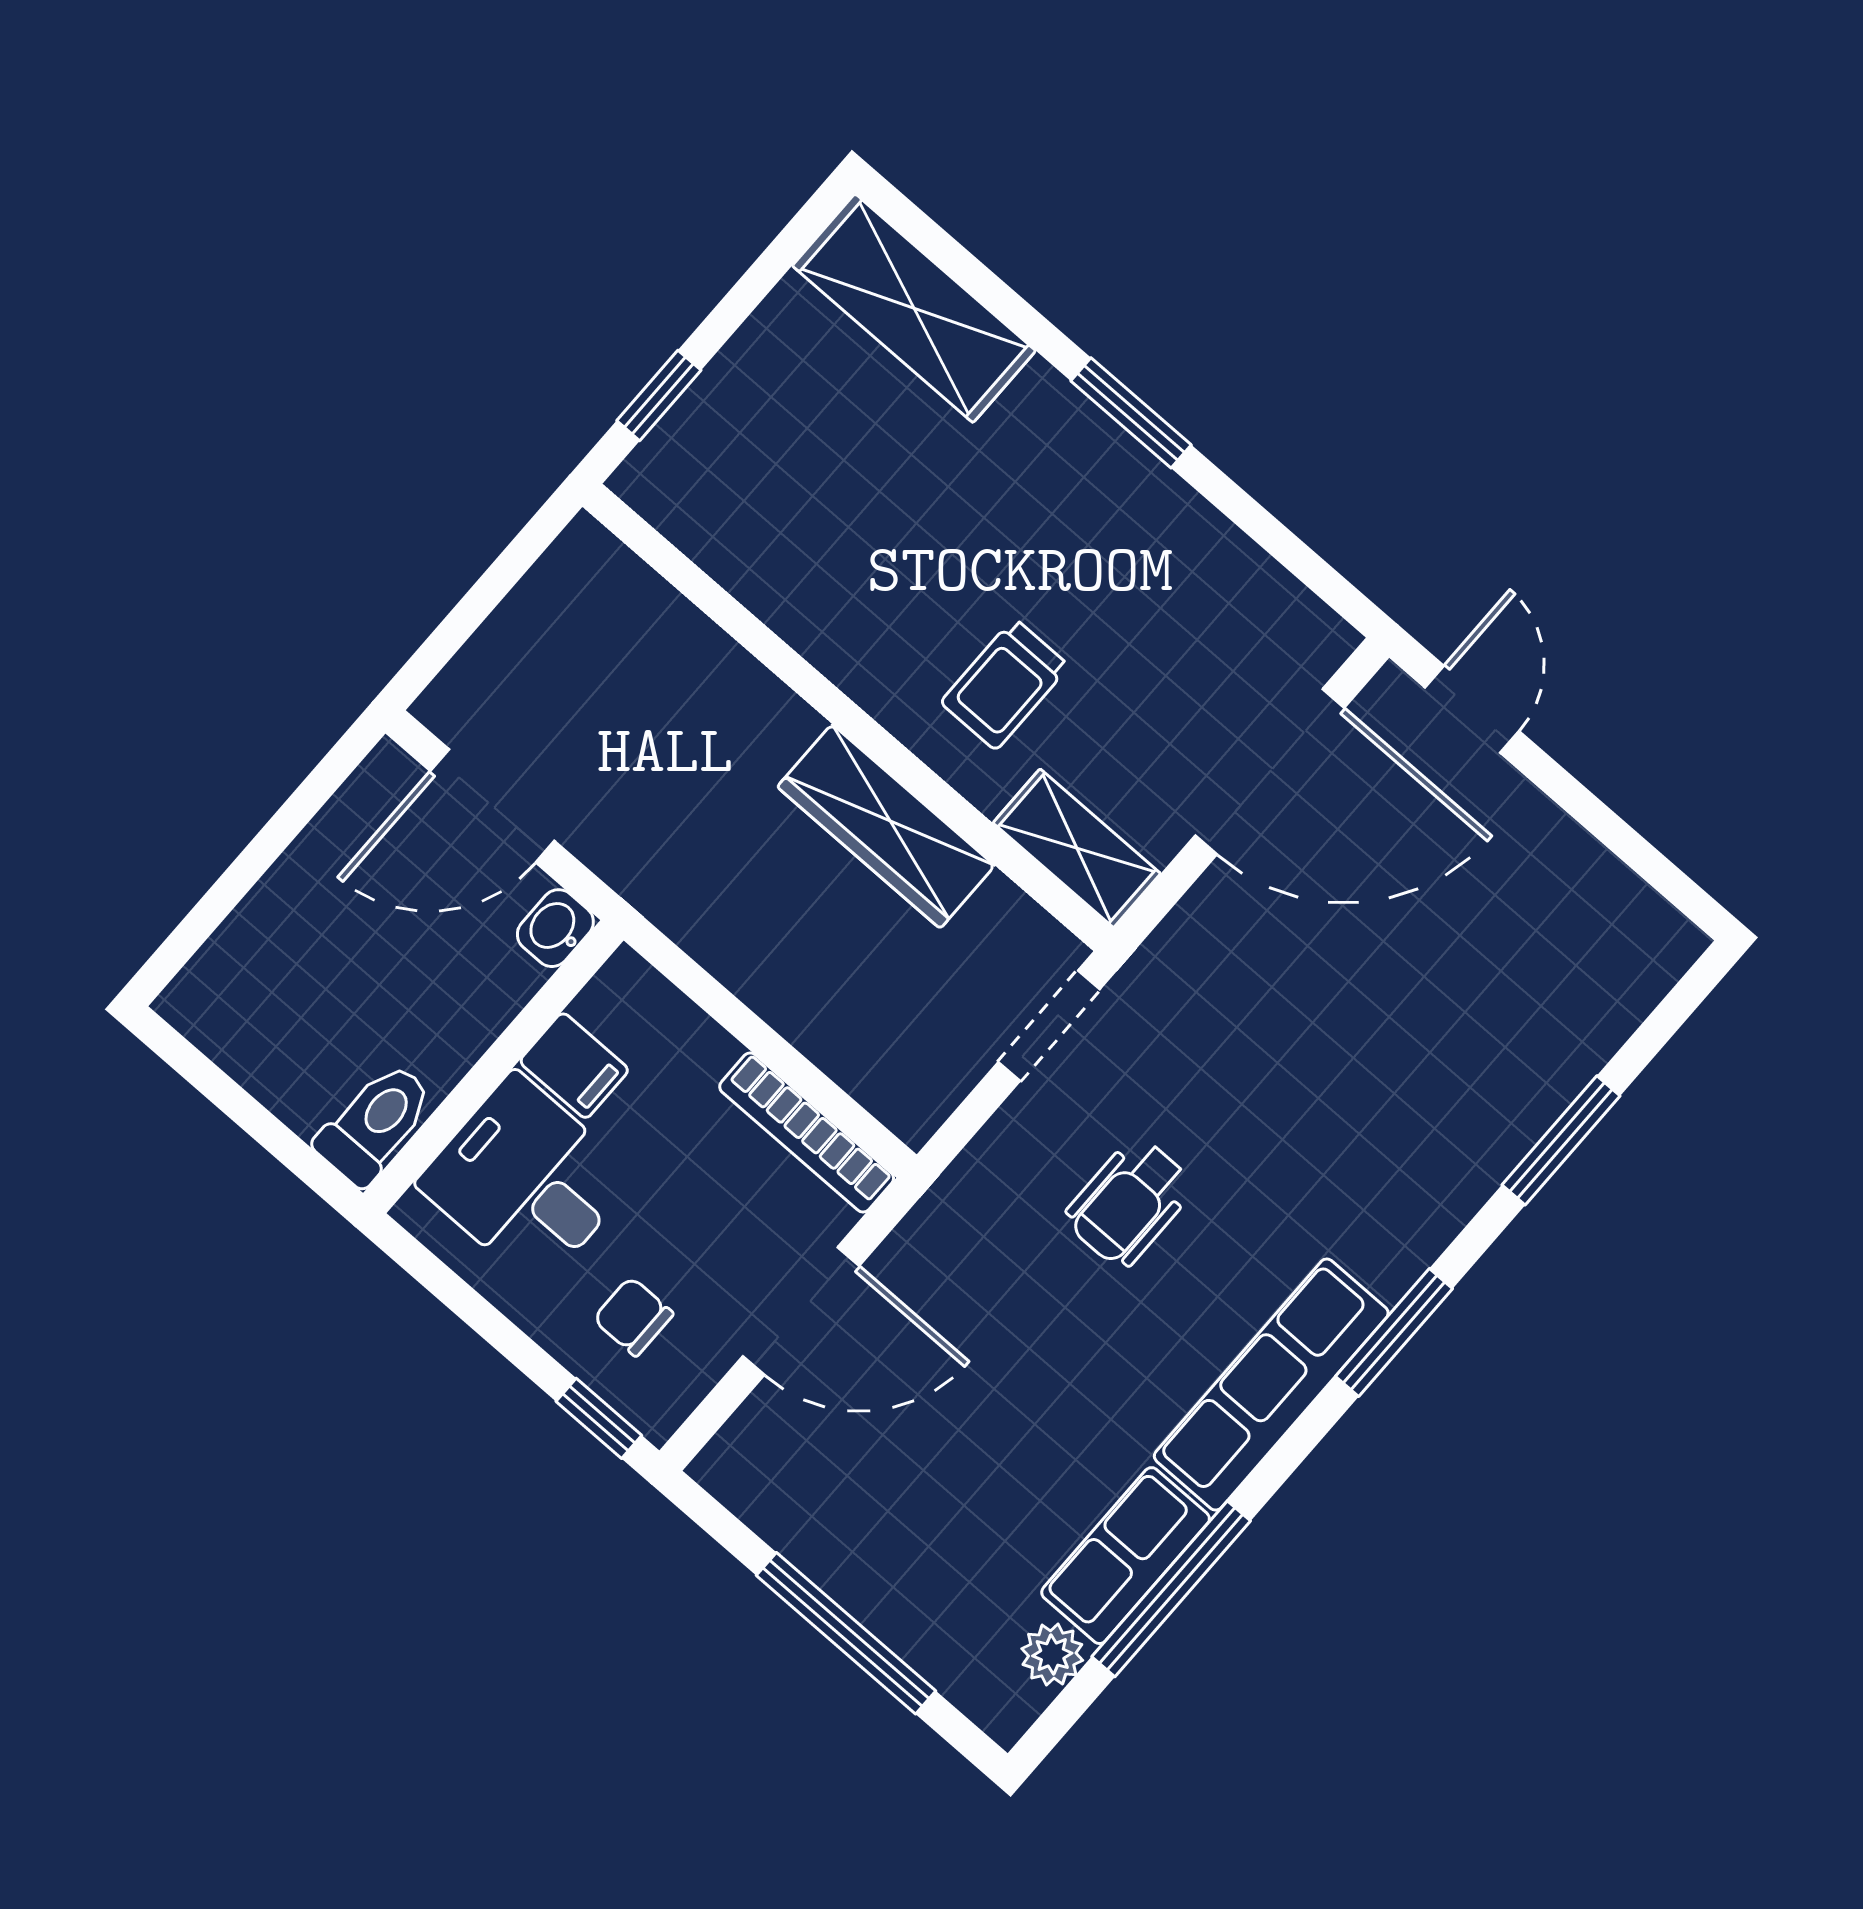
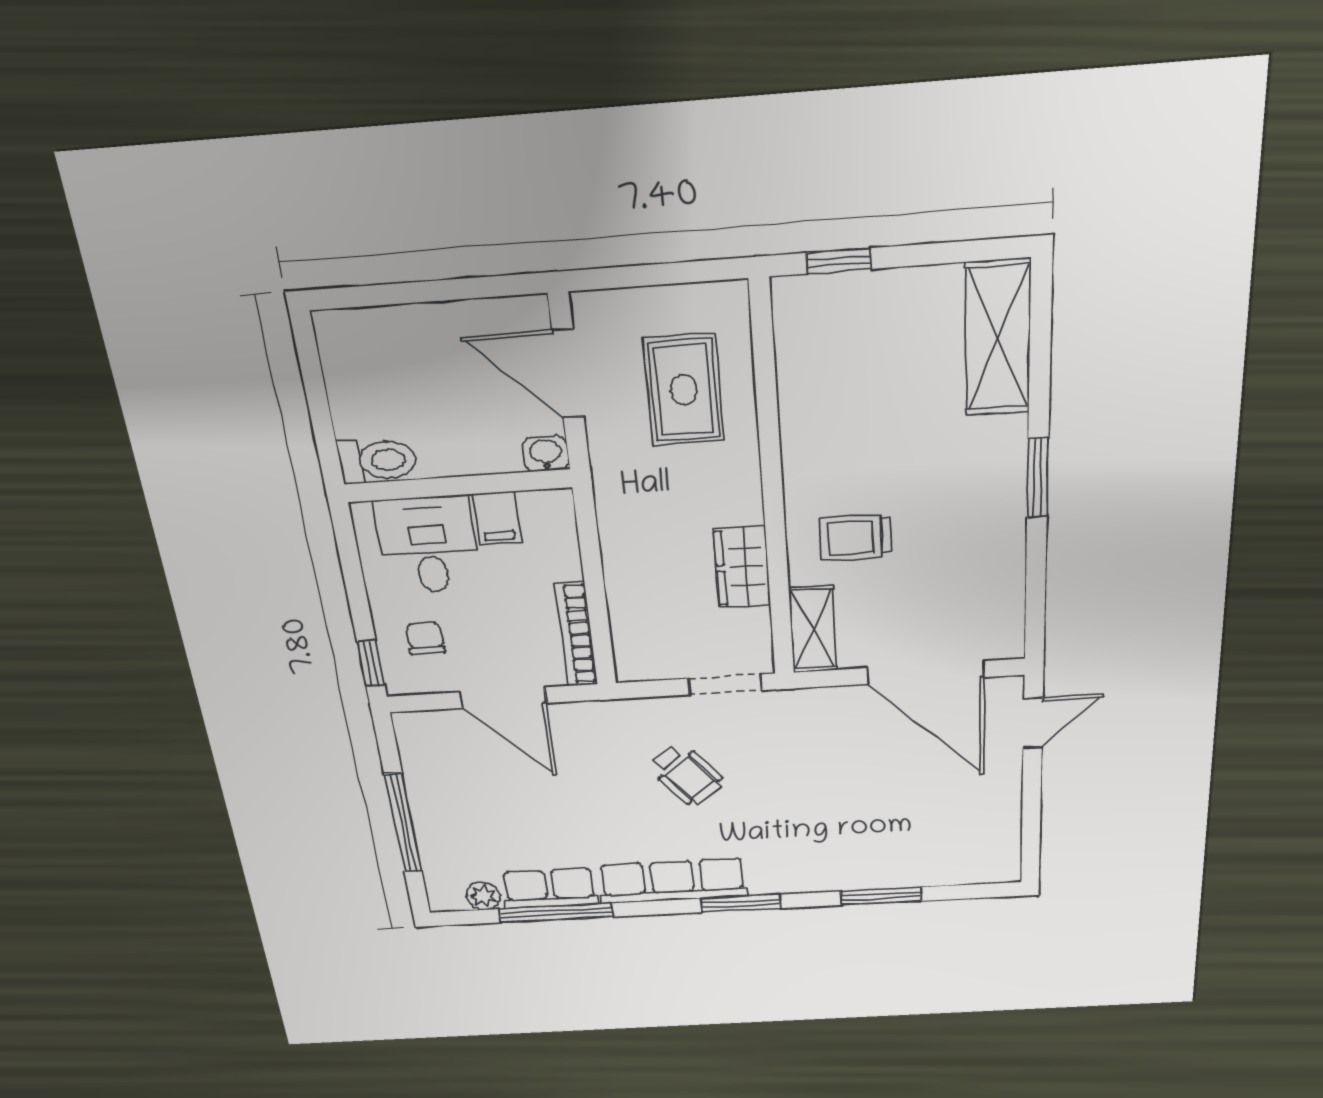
rug: (636, 700) -> (684, 390), added
wardrobe: (886, 826) -> (742, 567), width x0.67
wheelchair: (1129, 1202) -> (686, 775), turned -129

